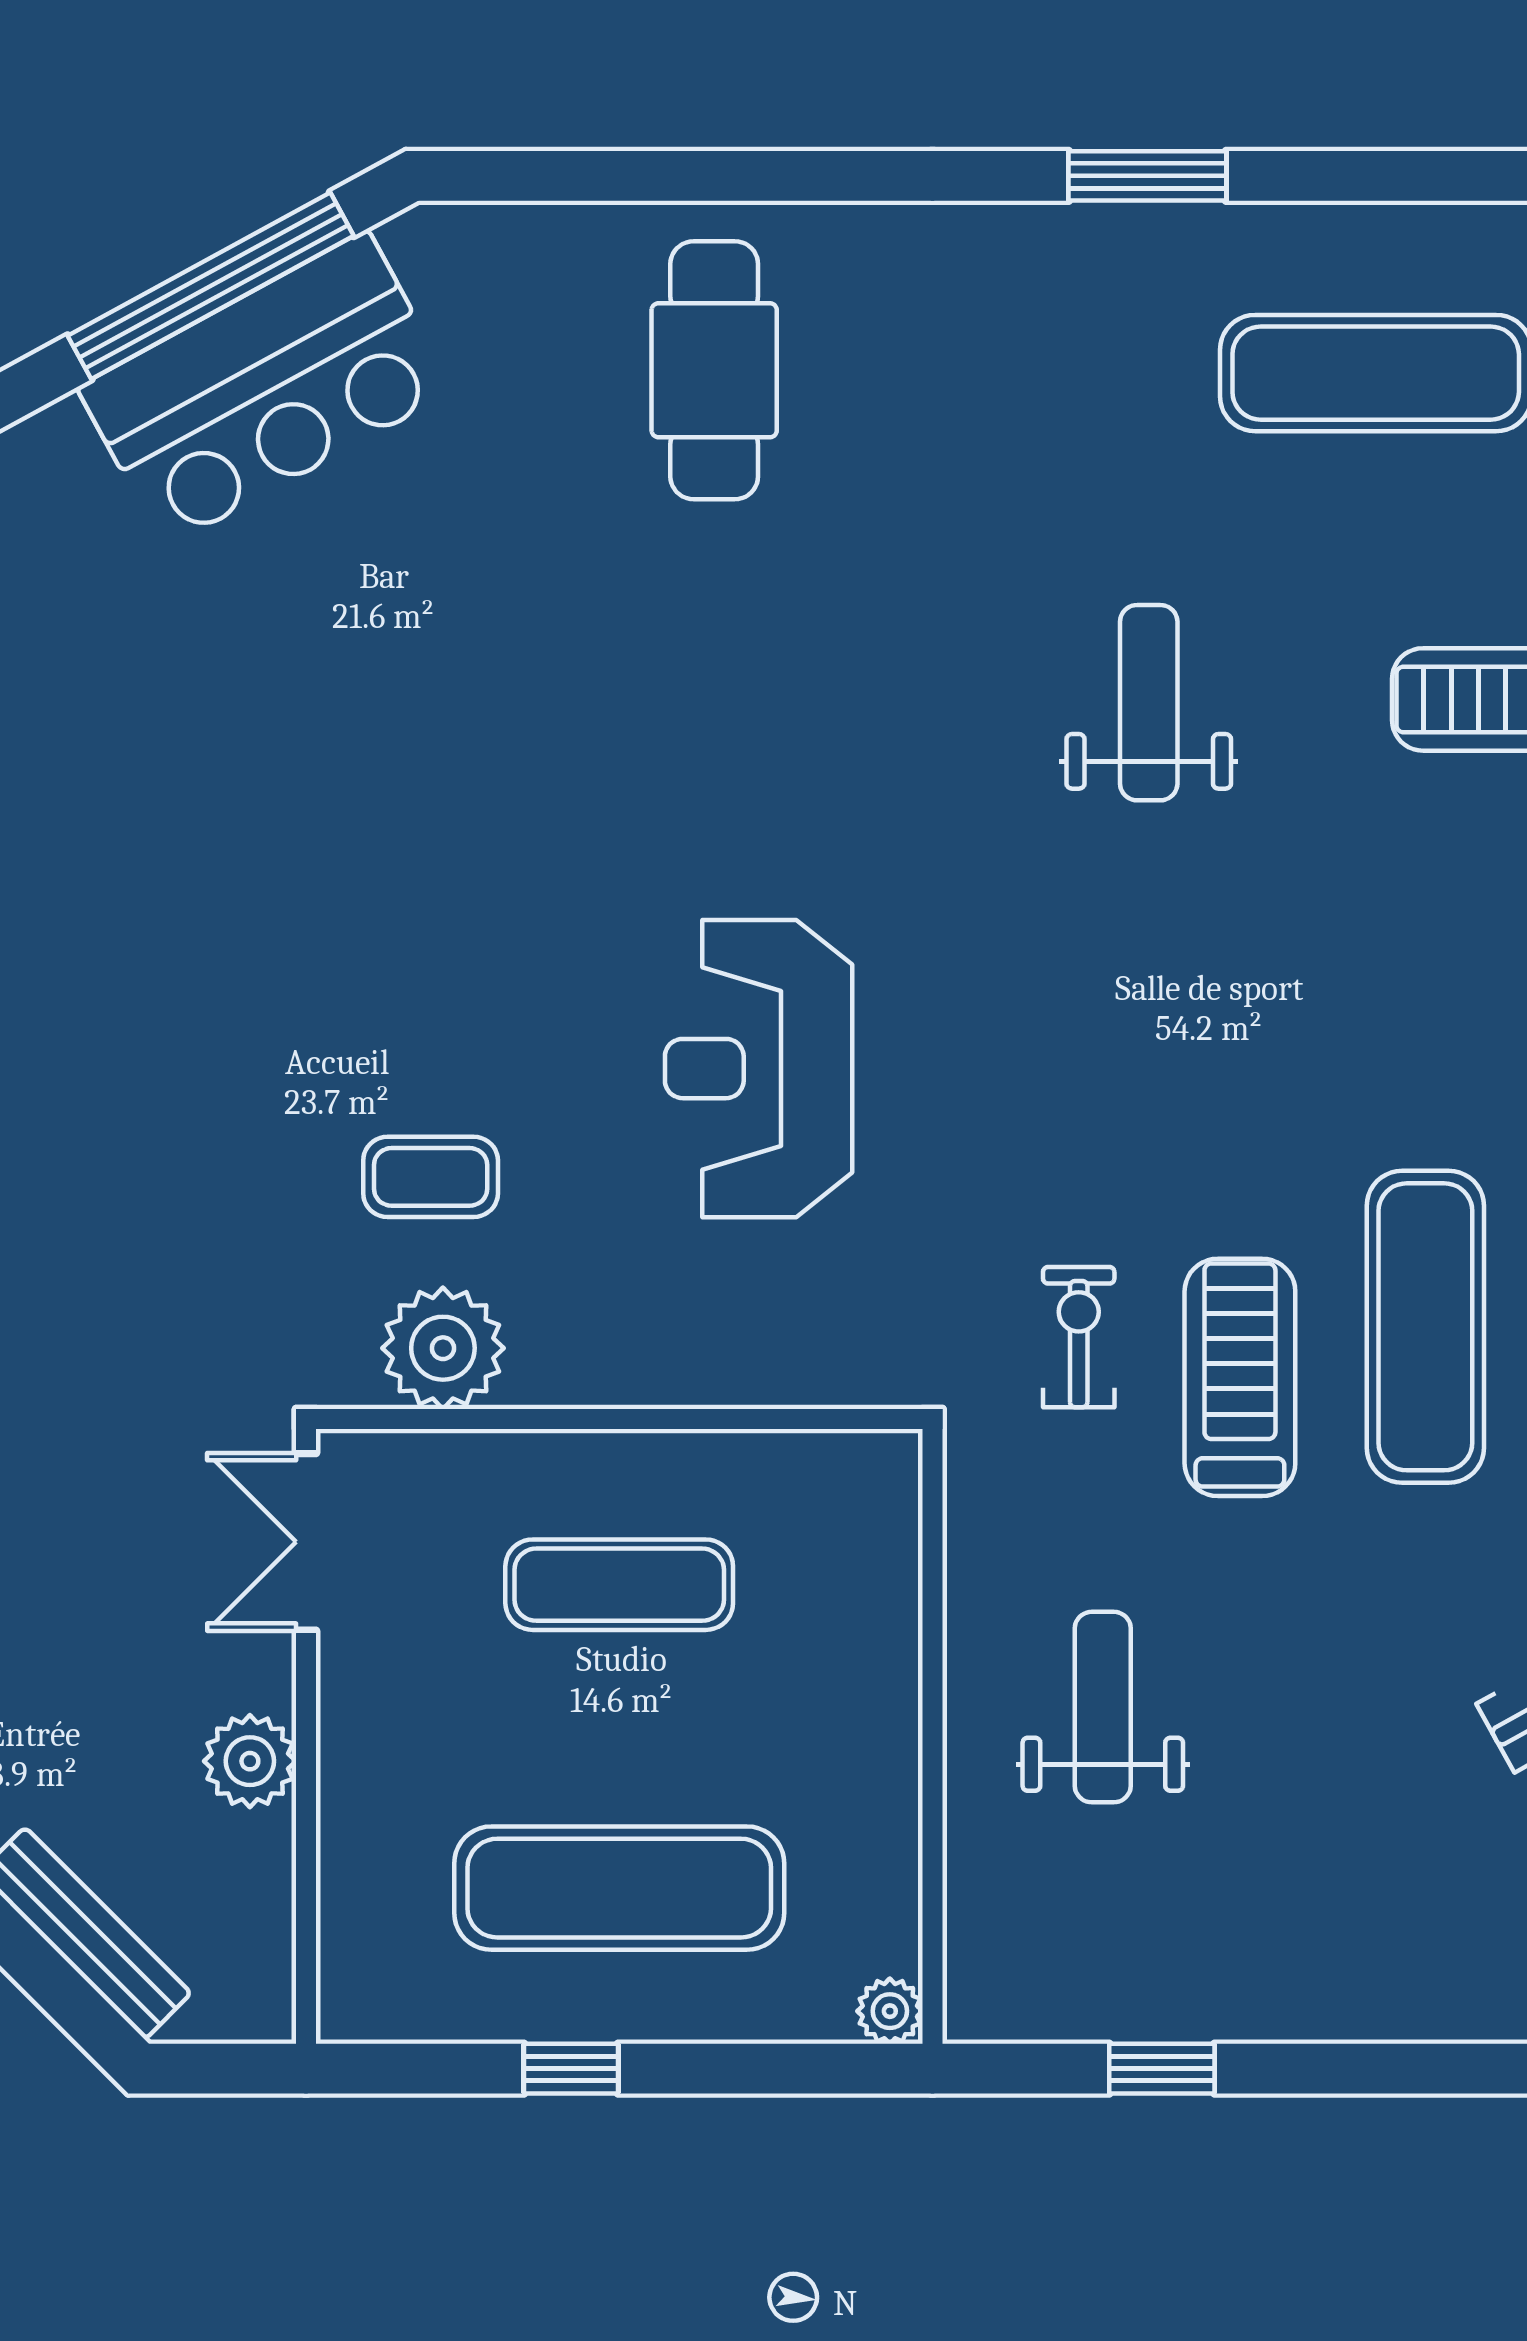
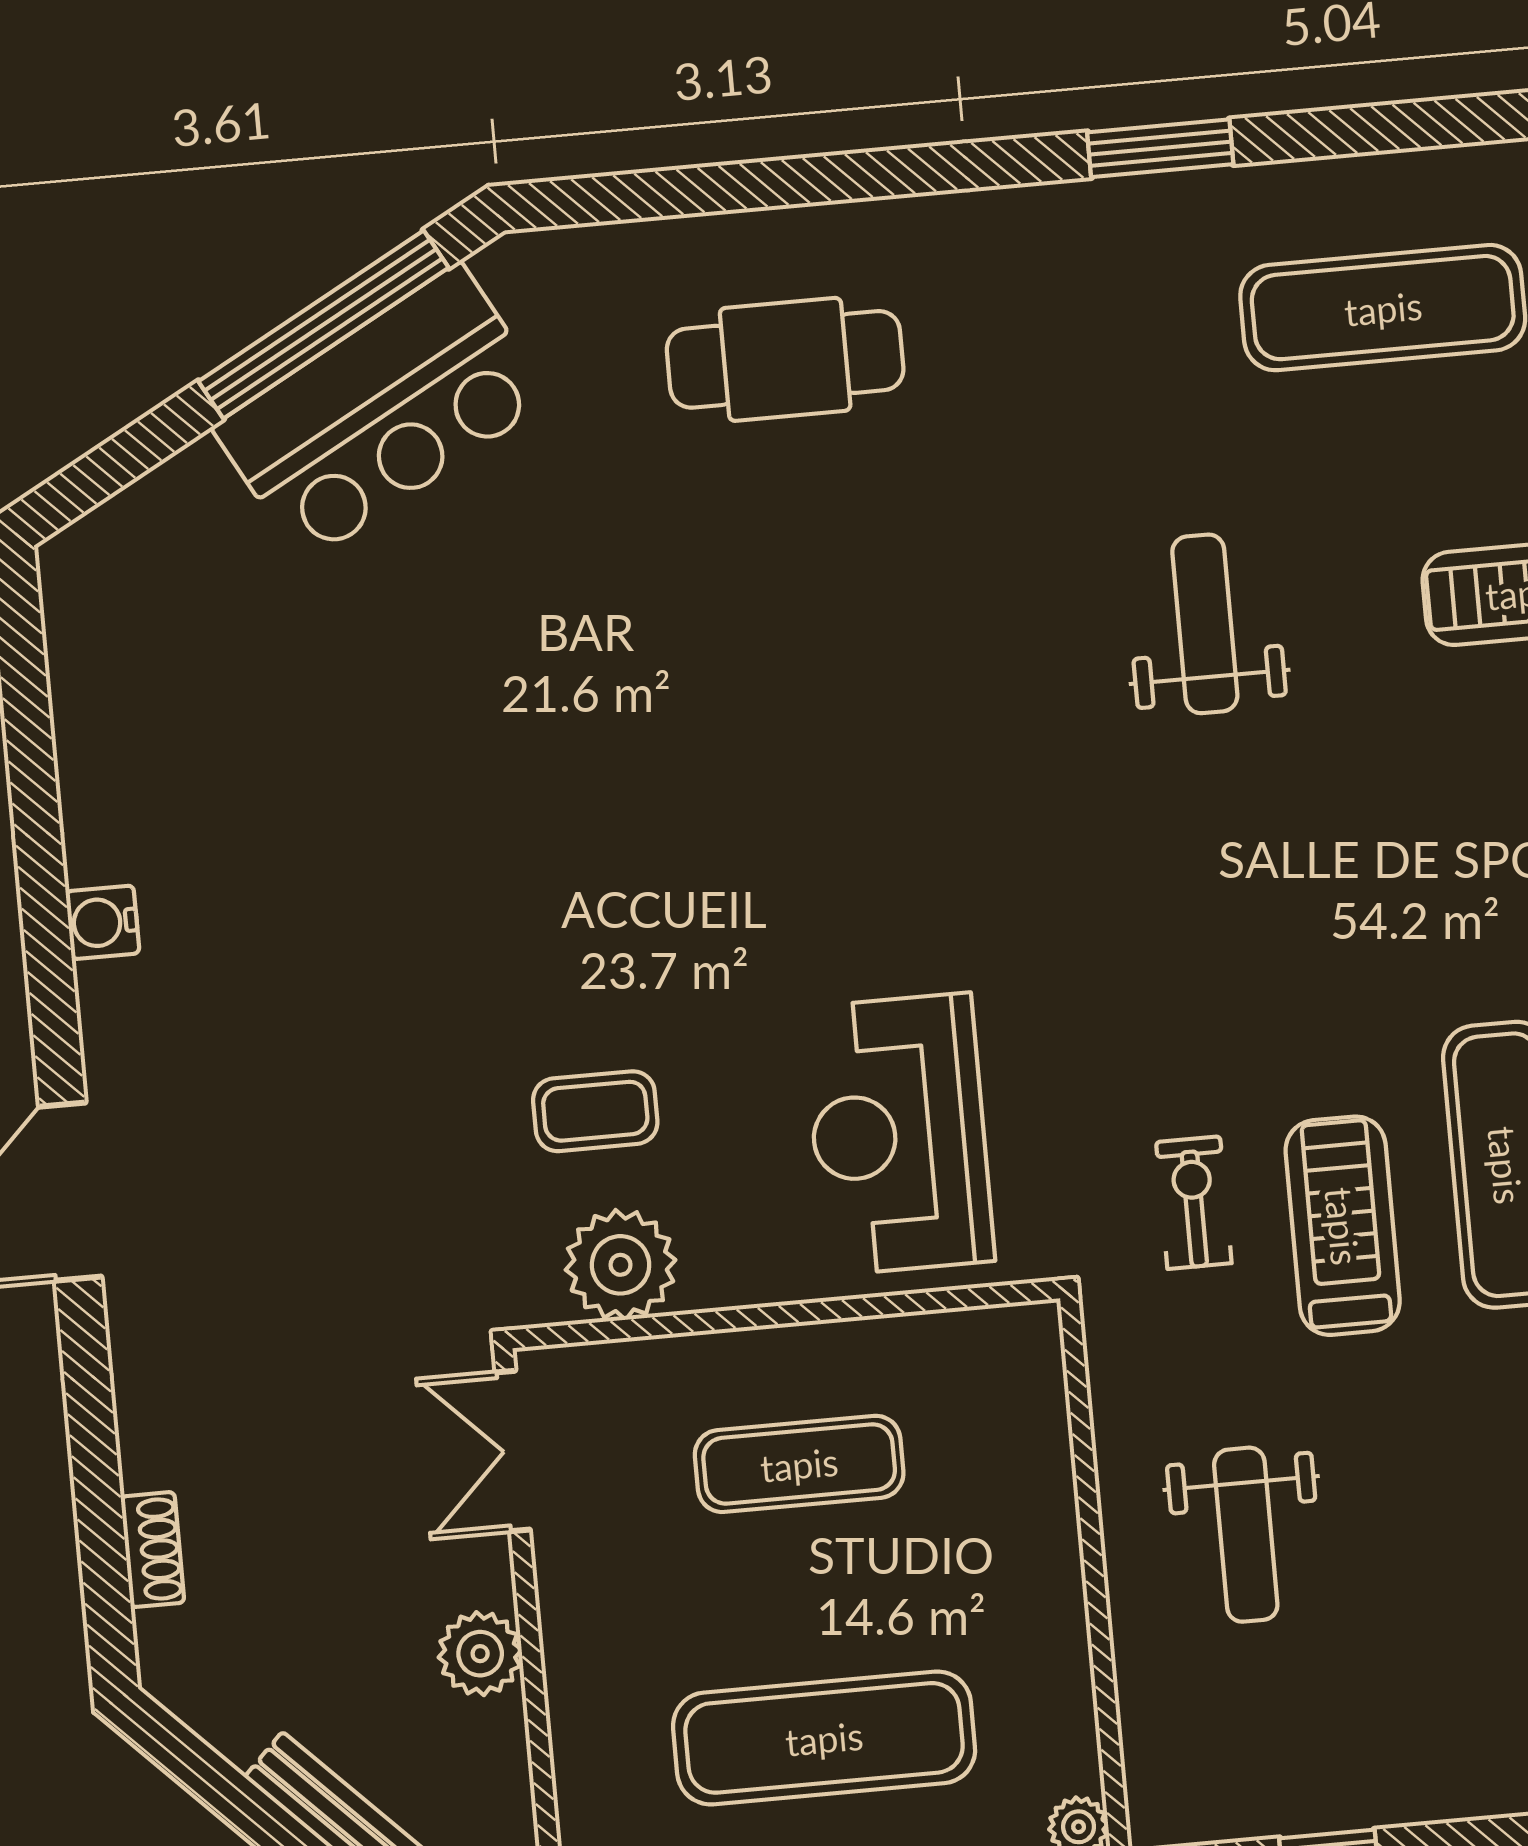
cafe table: (714, 370) -> (785, 359), turned 90
reception desk: (759, 1069) -> (899, 1134), moved
weight bench: (1103, 1707) -> (1246, 1535), turned 180

